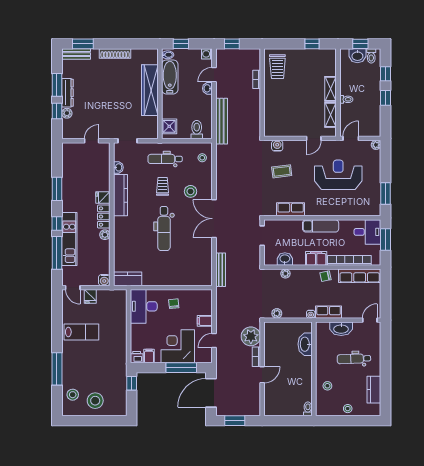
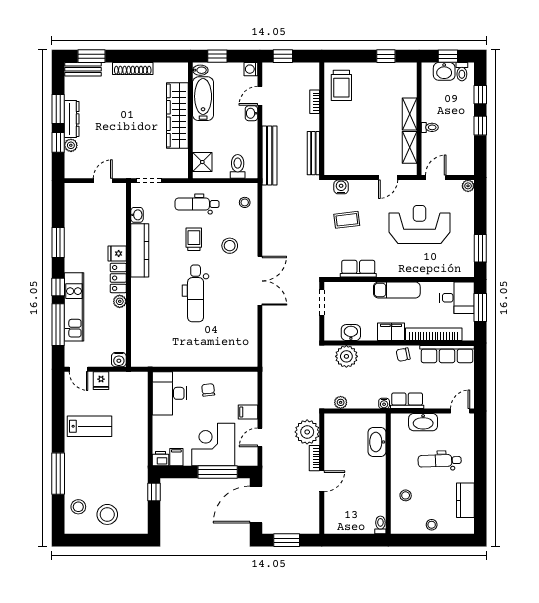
double door: (214, 219) -> (260, 281), swing flipped
bench: (221, 270) -> (313, 153), moved
plant: (285, 274) -> (346, 356), width x1.88, depth x1.88
kitchen counter: (128, 279) -> (149, 358), removed

